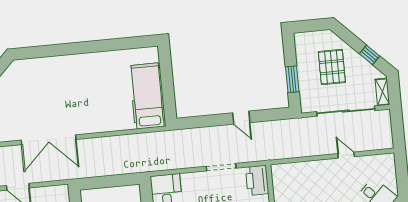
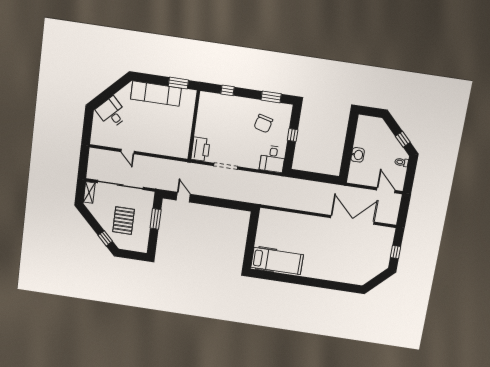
window: (369, 55) -> (105, 238), moved
hospital bed: (148, 96) -> (277, 261), moved, turned -90
door: (241, 118) -> (183, 197), moved

